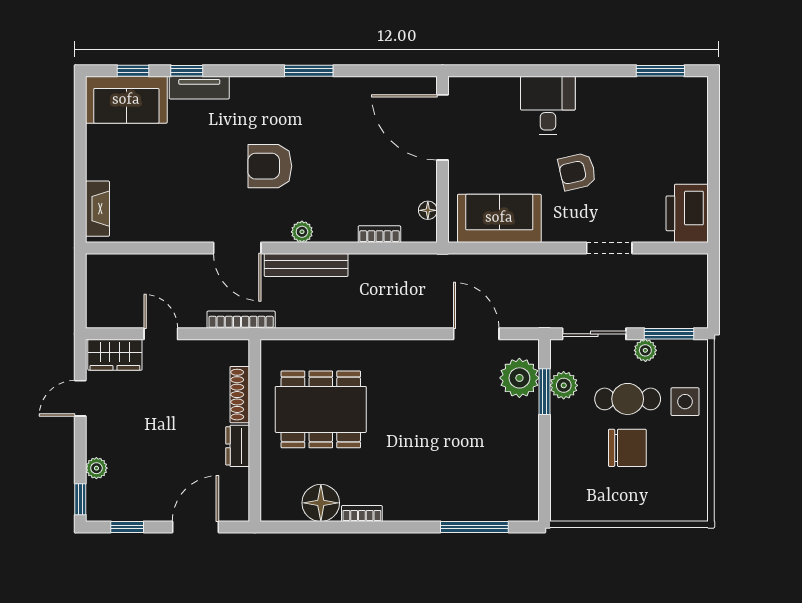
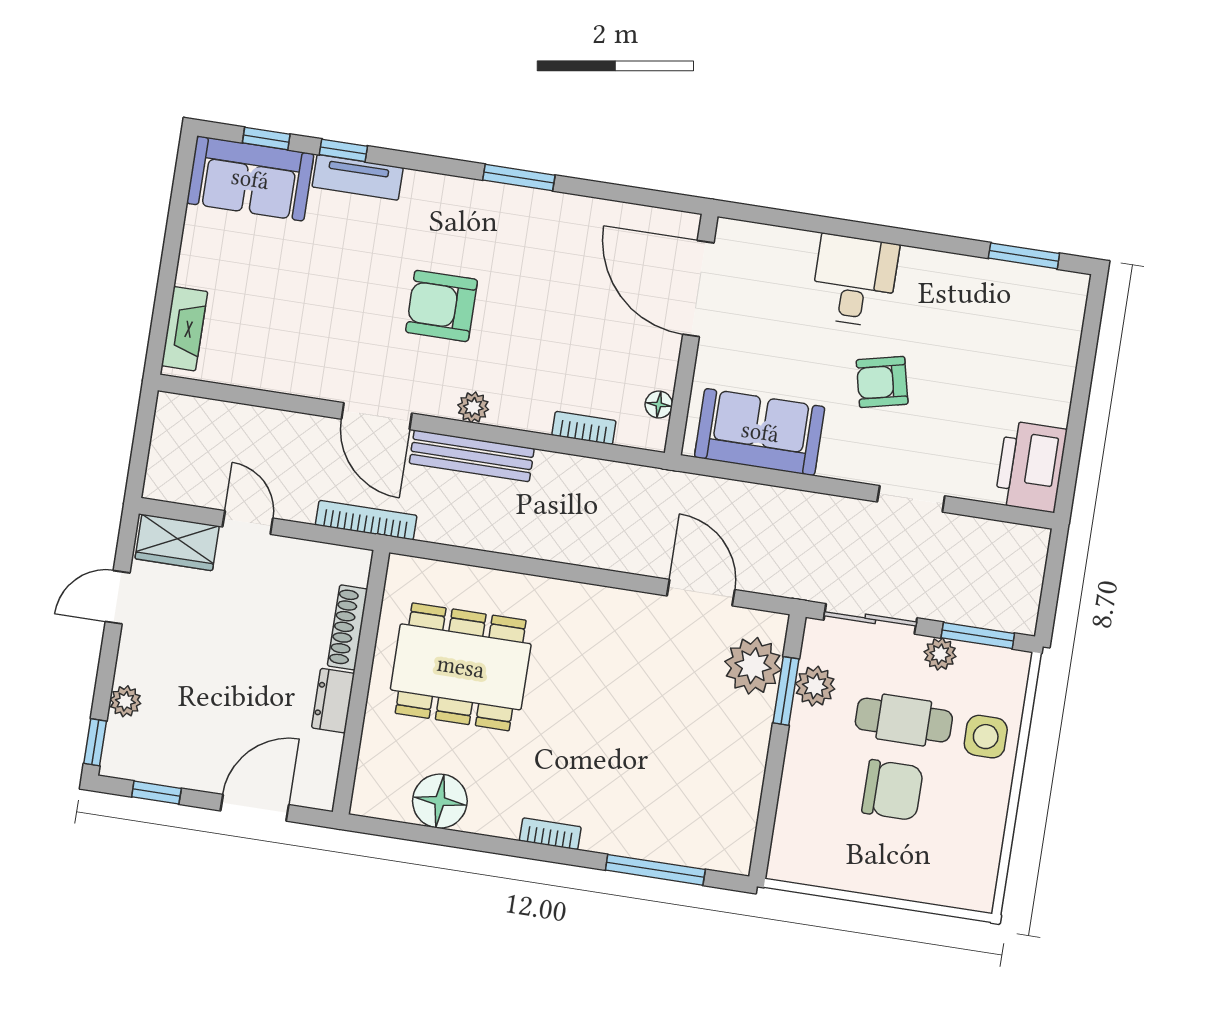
bookcase: (362, 514) -> (550, 834), moved

